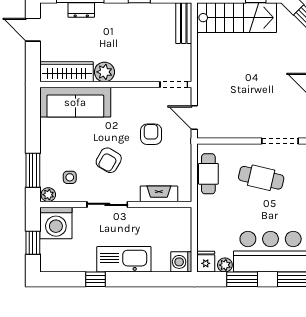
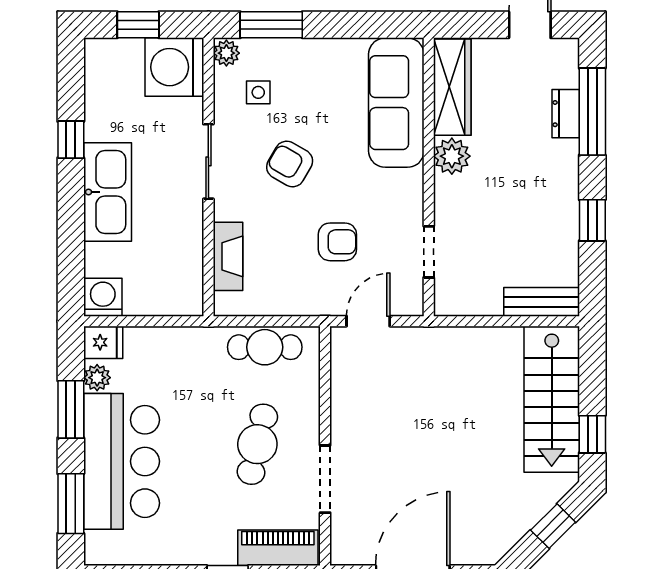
doorway: (174, 85) -> (429, 252), moved

